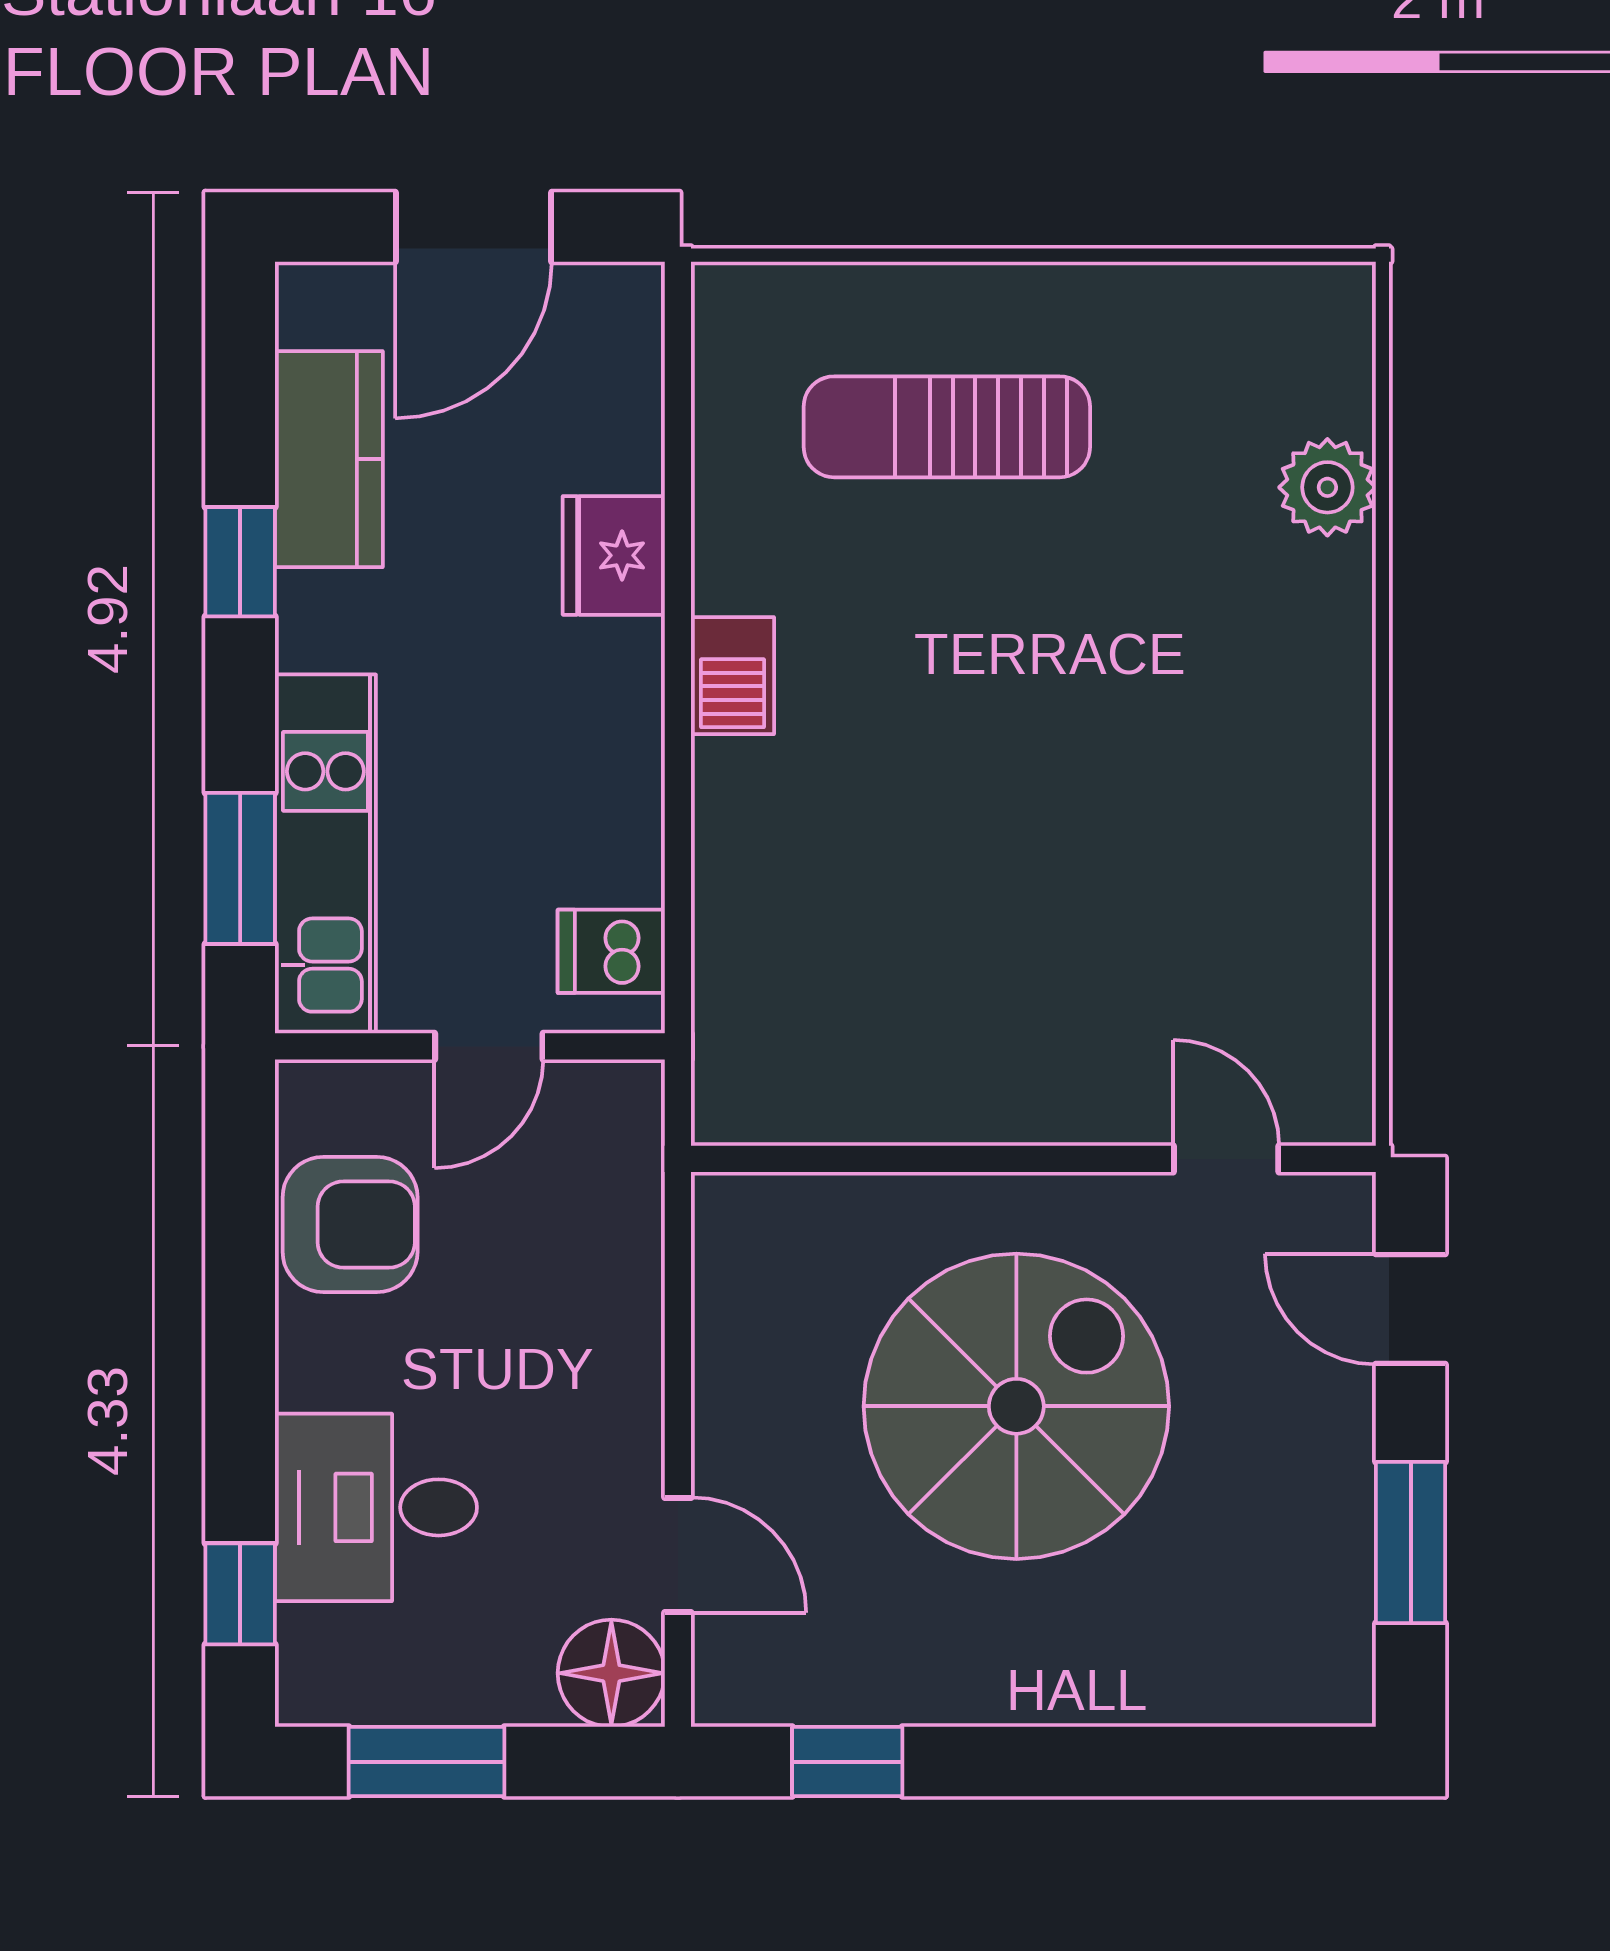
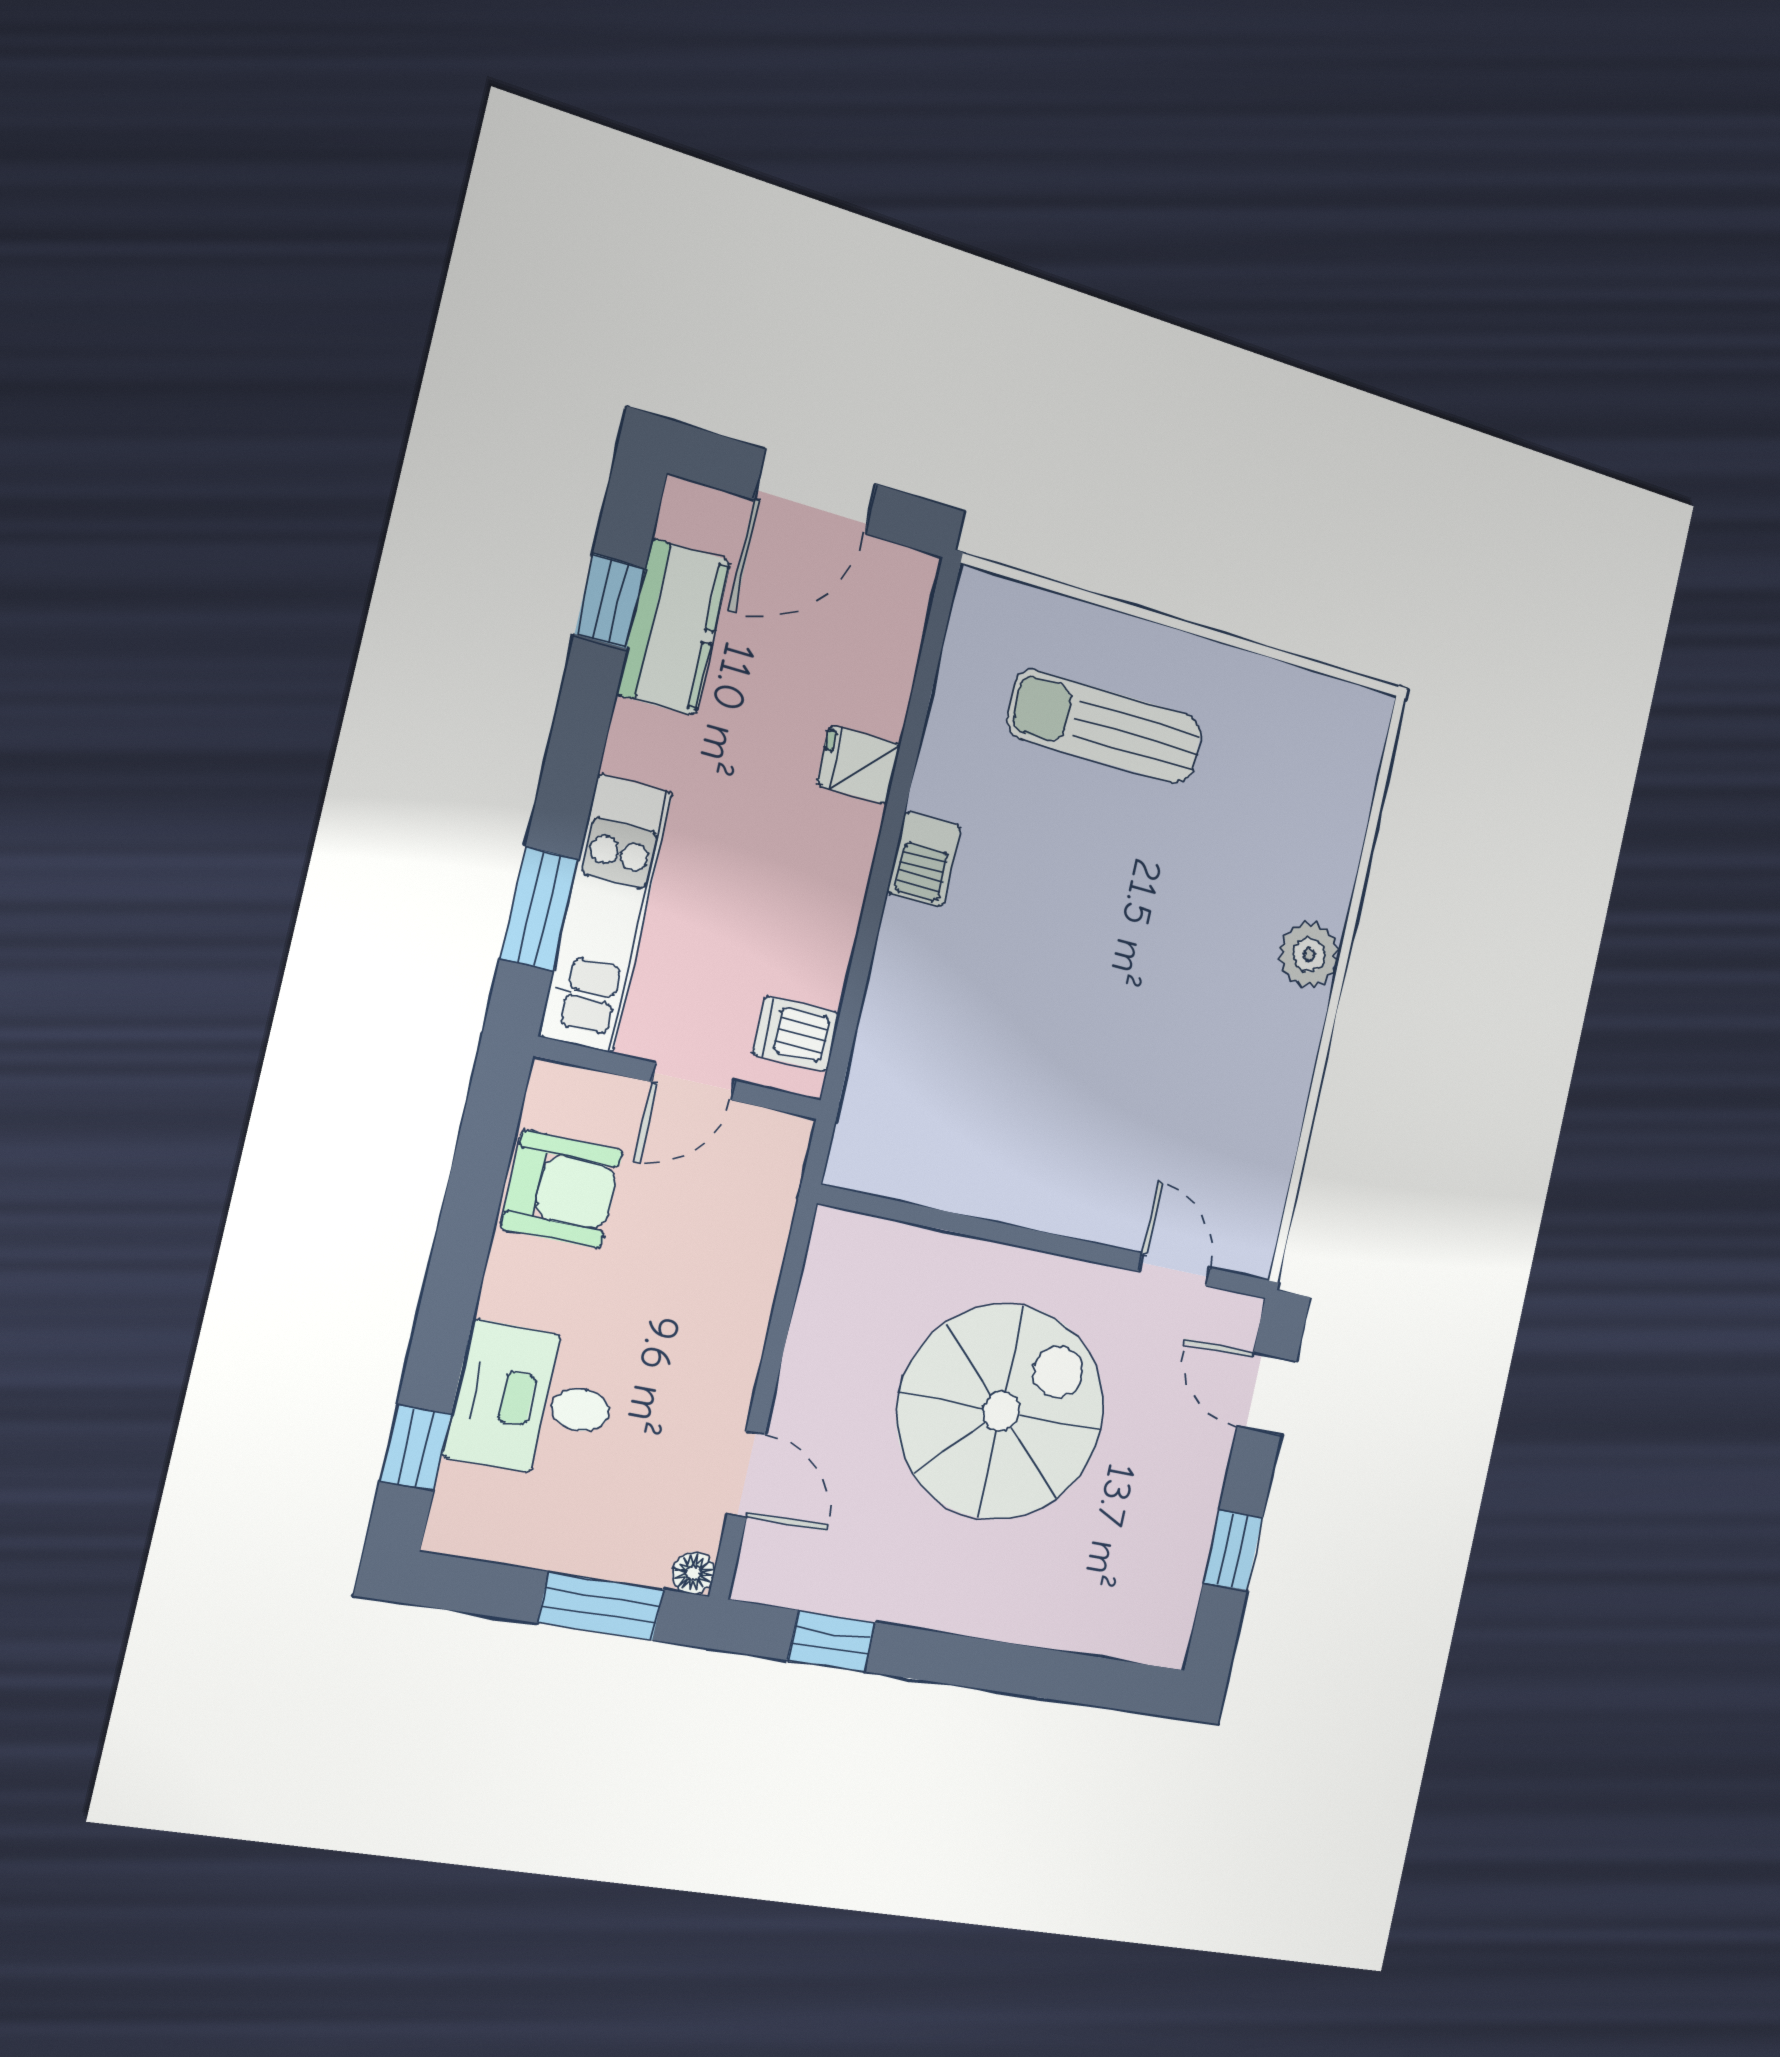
plant: (1327, 487) -> (1309, 955), moved
fridge: (614, 555) -> (859, 765), width x0.72
window: (240, 562) -> (610, 601), moved
window: (1411, 1543) -> (1233, 1550), width x0.67
floor lamp: (611, 1673) -> (693, 1573), width x0.53, depth x0.53
window: (426, 1762) -> (601, 1606), moved

